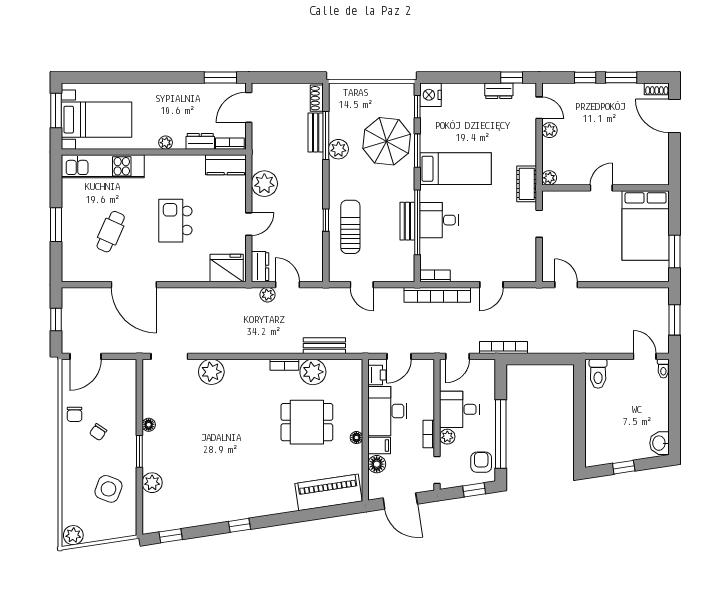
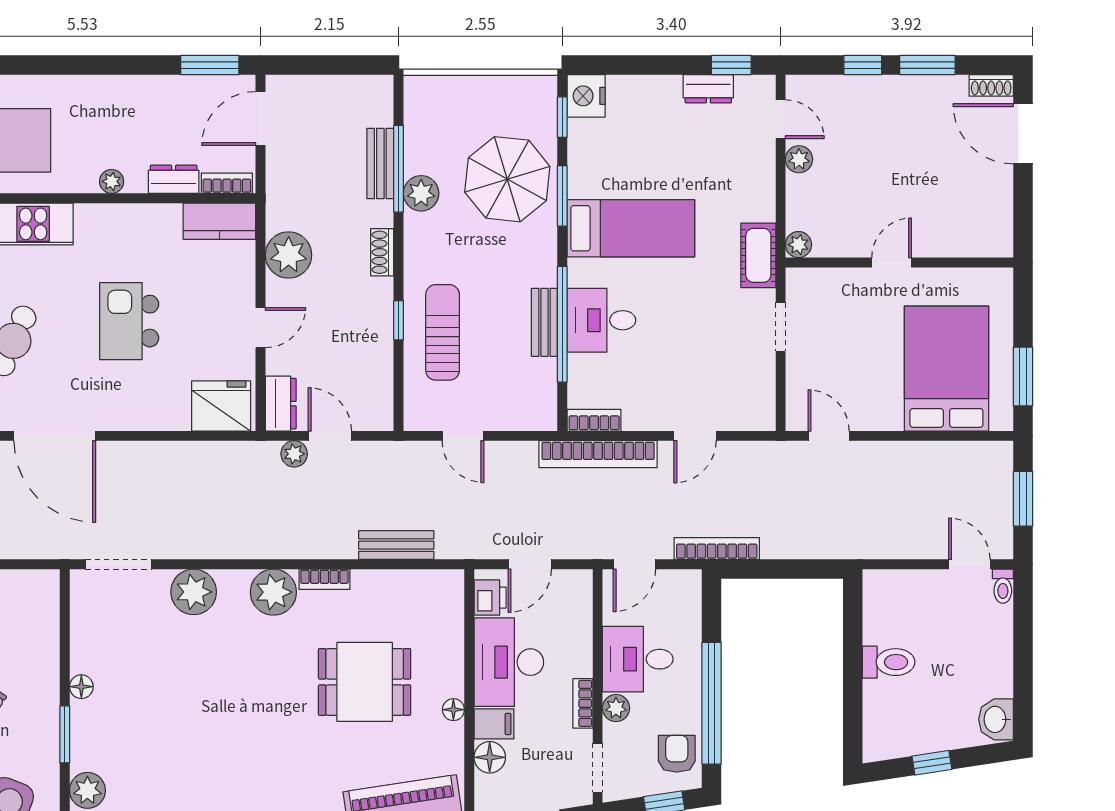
shoe rack: (317, 98) -> (382, 252), moved
bed: (646, 225) -> (946, 369), moved, turned 180
plant: (313, 372) -> (273, 592), moved
toilet: (598, 374) -> (889, 662), moved, turned -90

